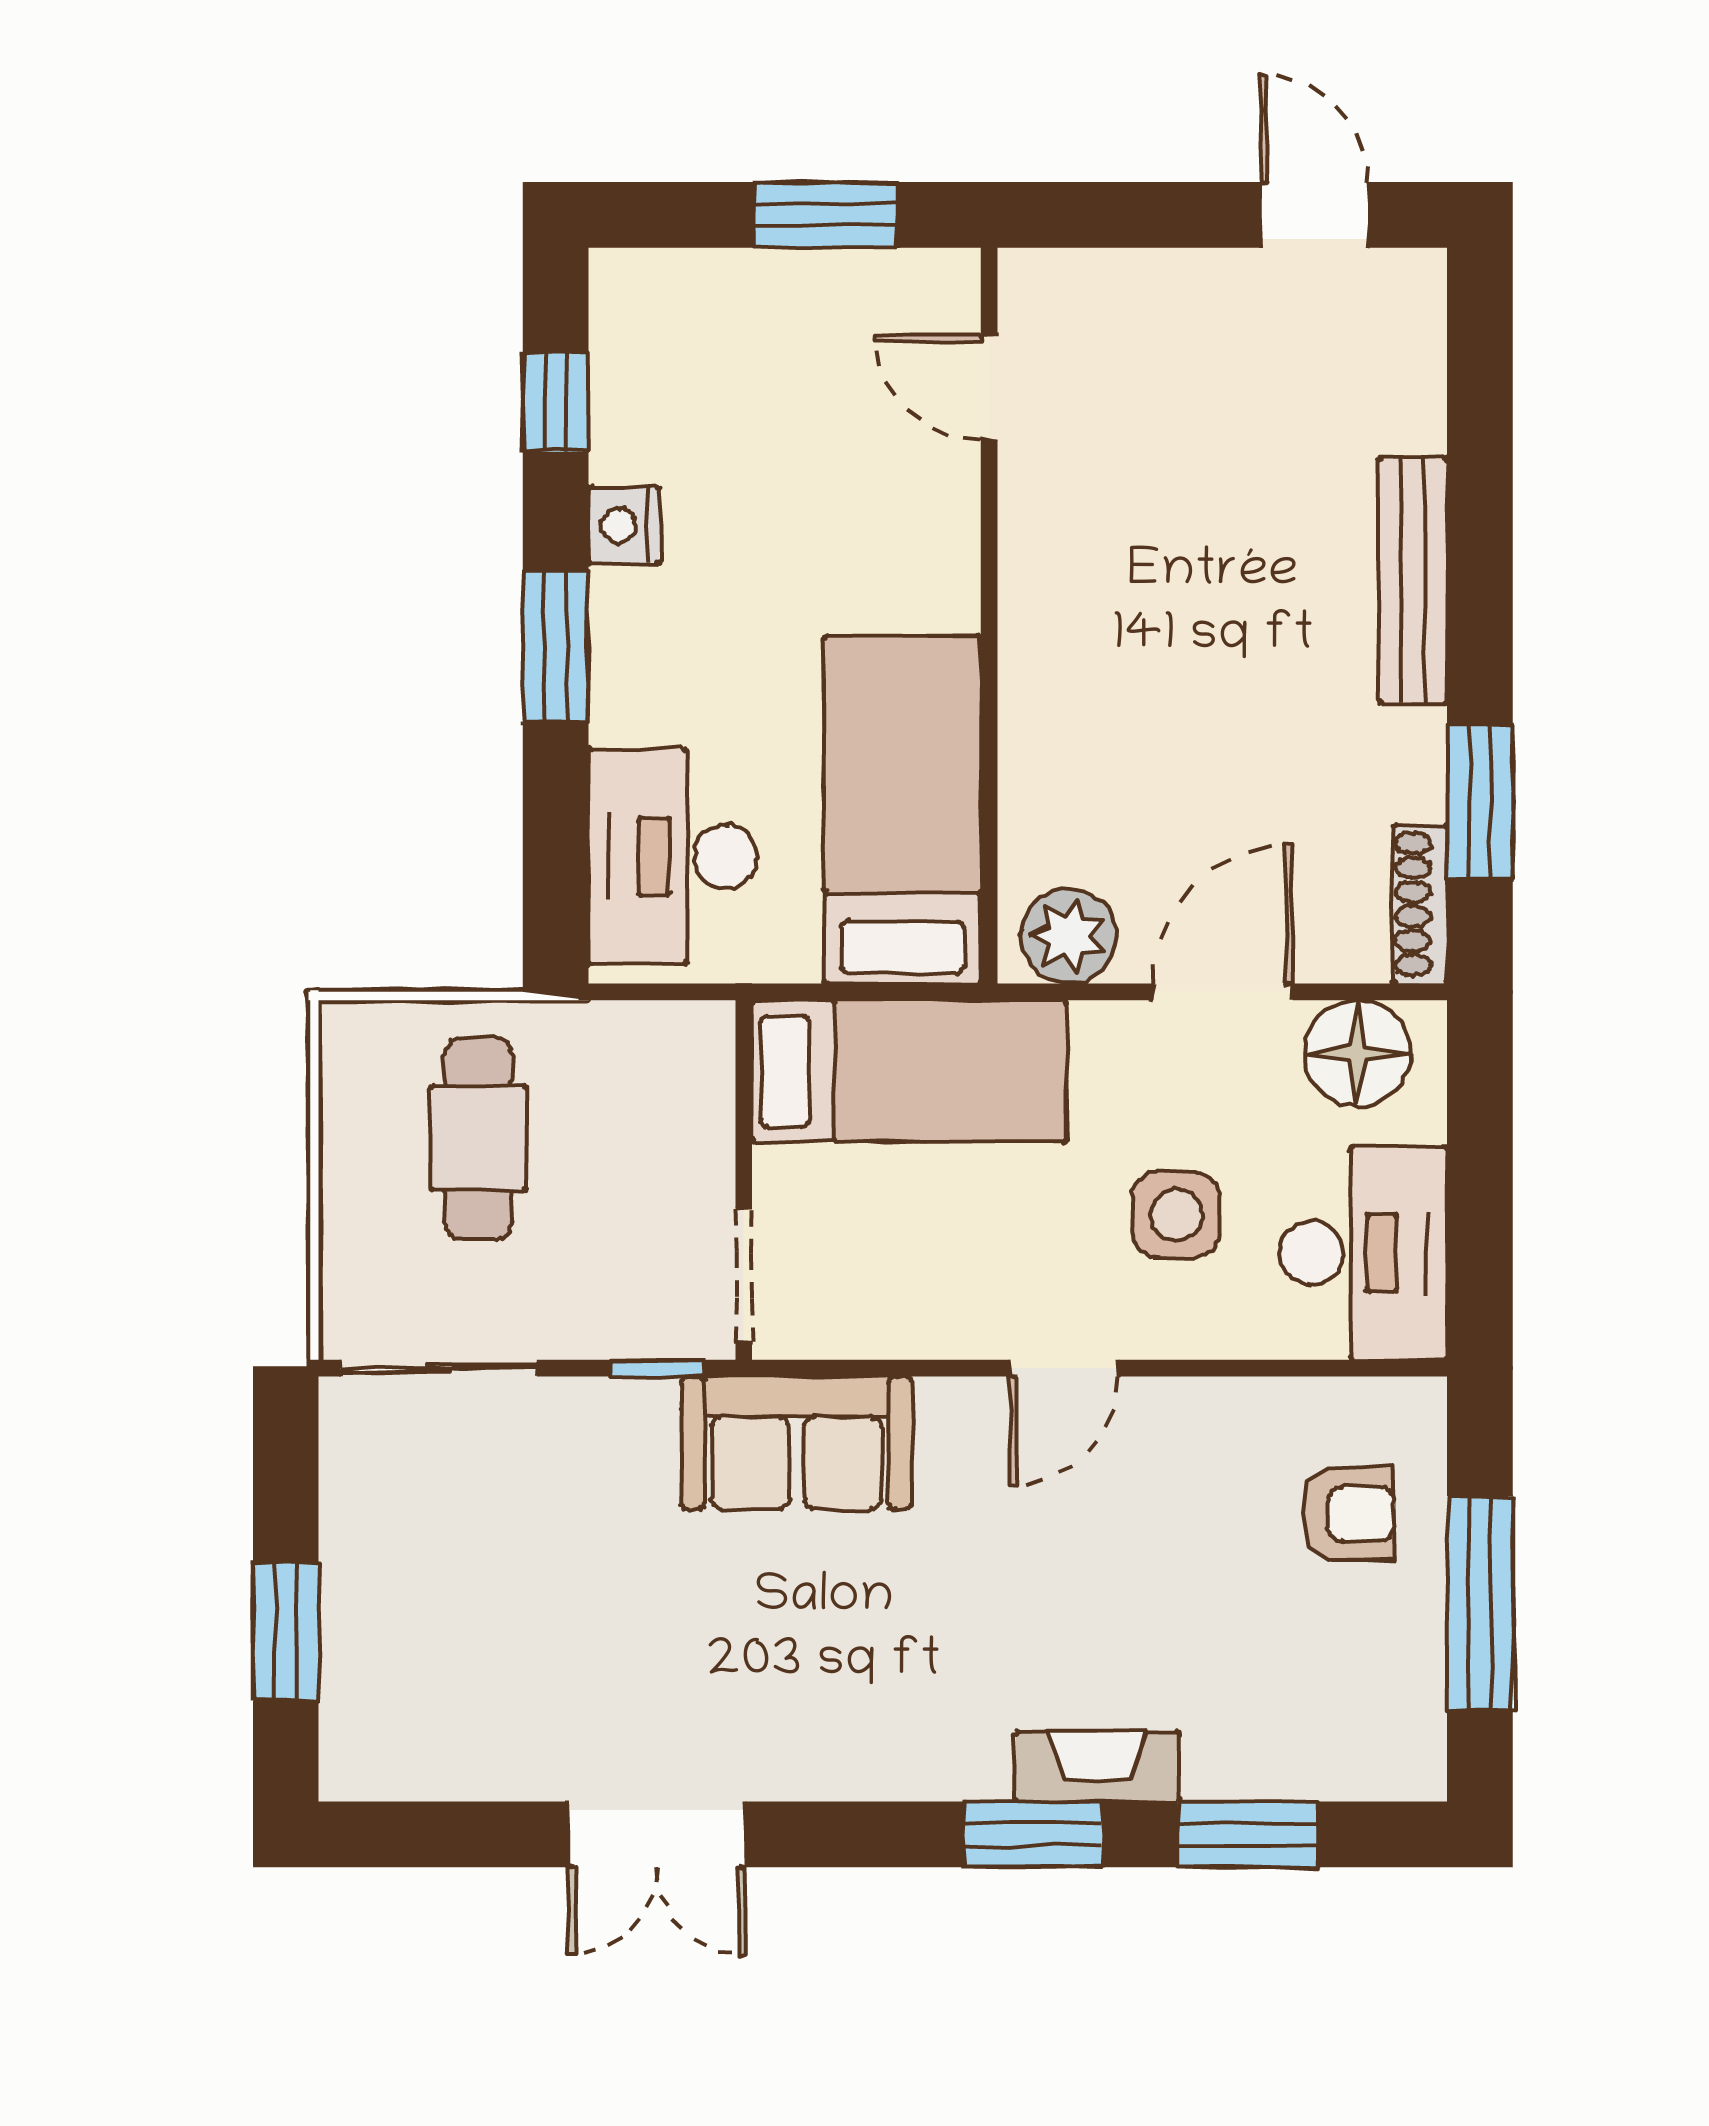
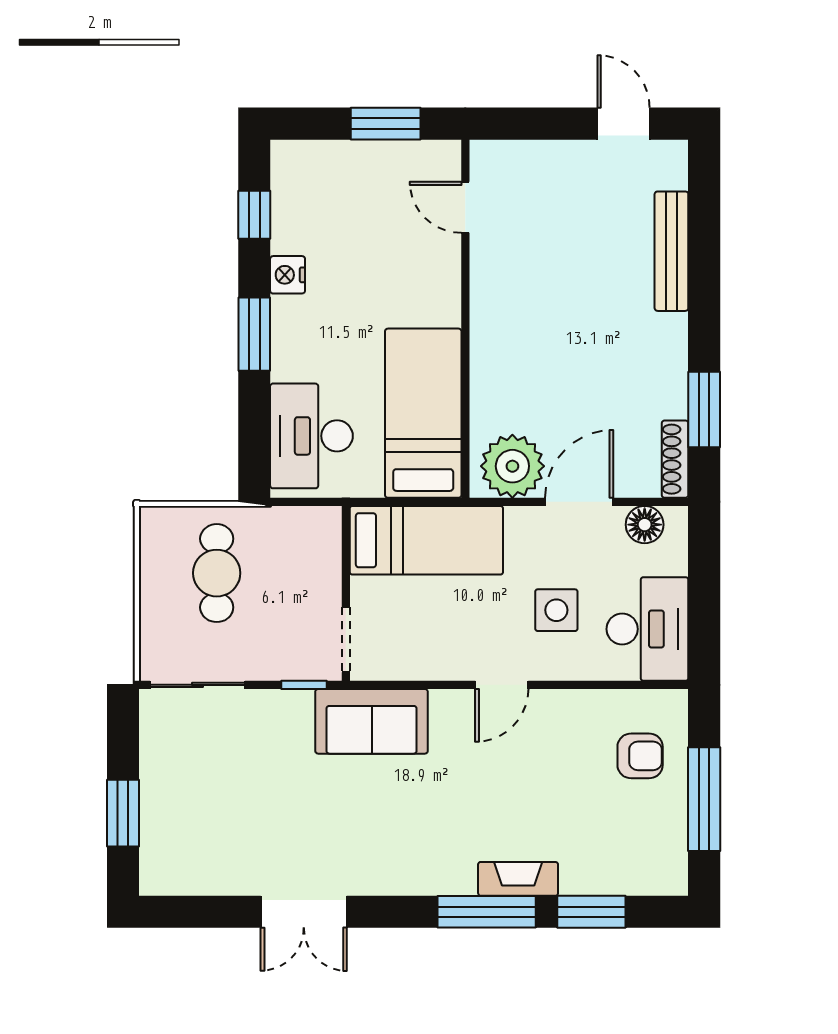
bench: (1413, 580) -> (671, 251), moved
plant: (1069, 936) -> (512, 466), width x1.36, depth x1.36
floor lamp: (1358, 1053) -> (645, 525), width x0.73, depth x0.73
window: (1033, 1834) -> (487, 912), width x1.44

